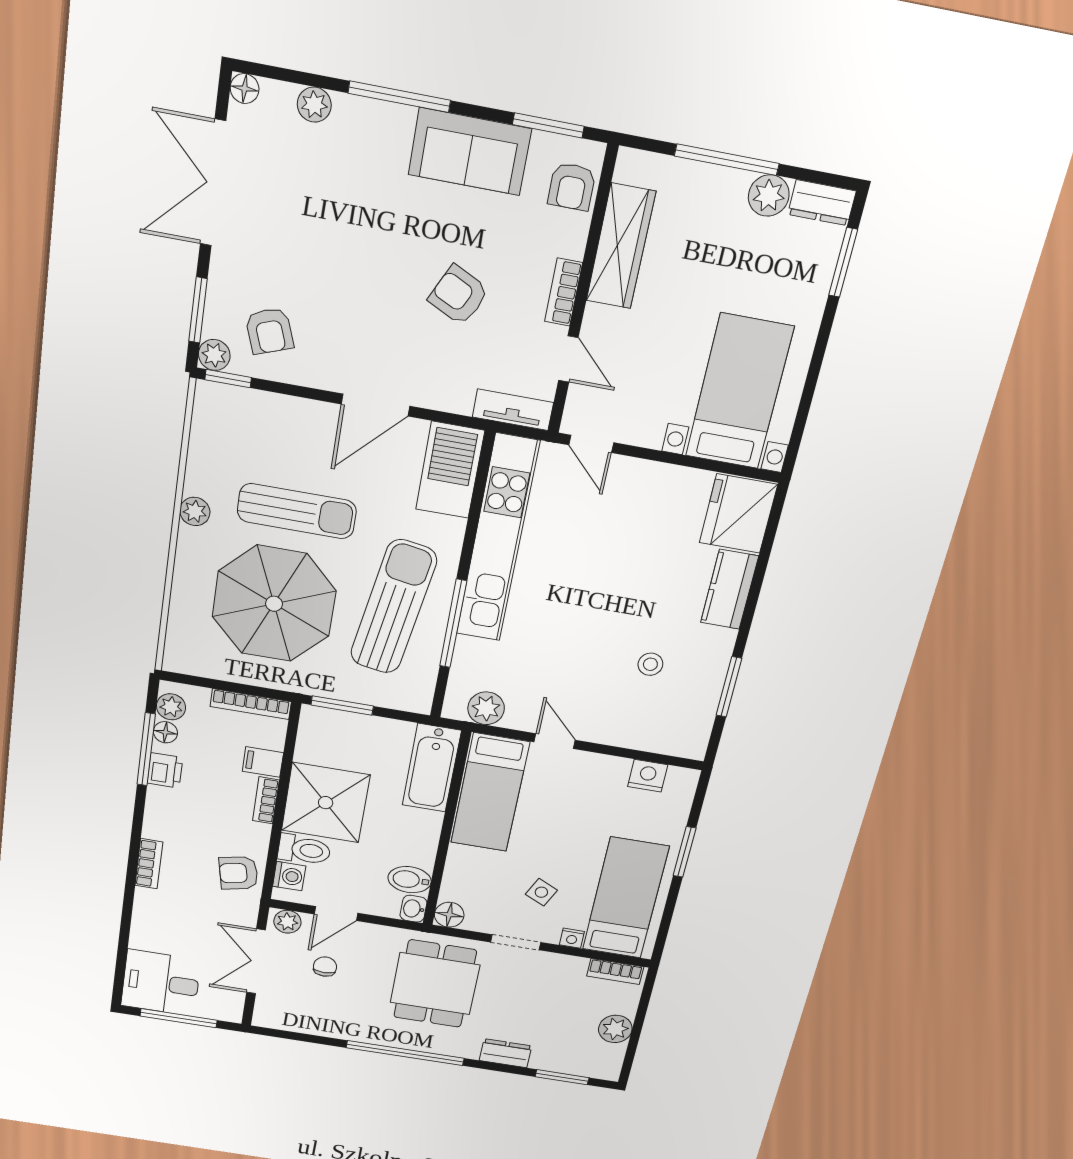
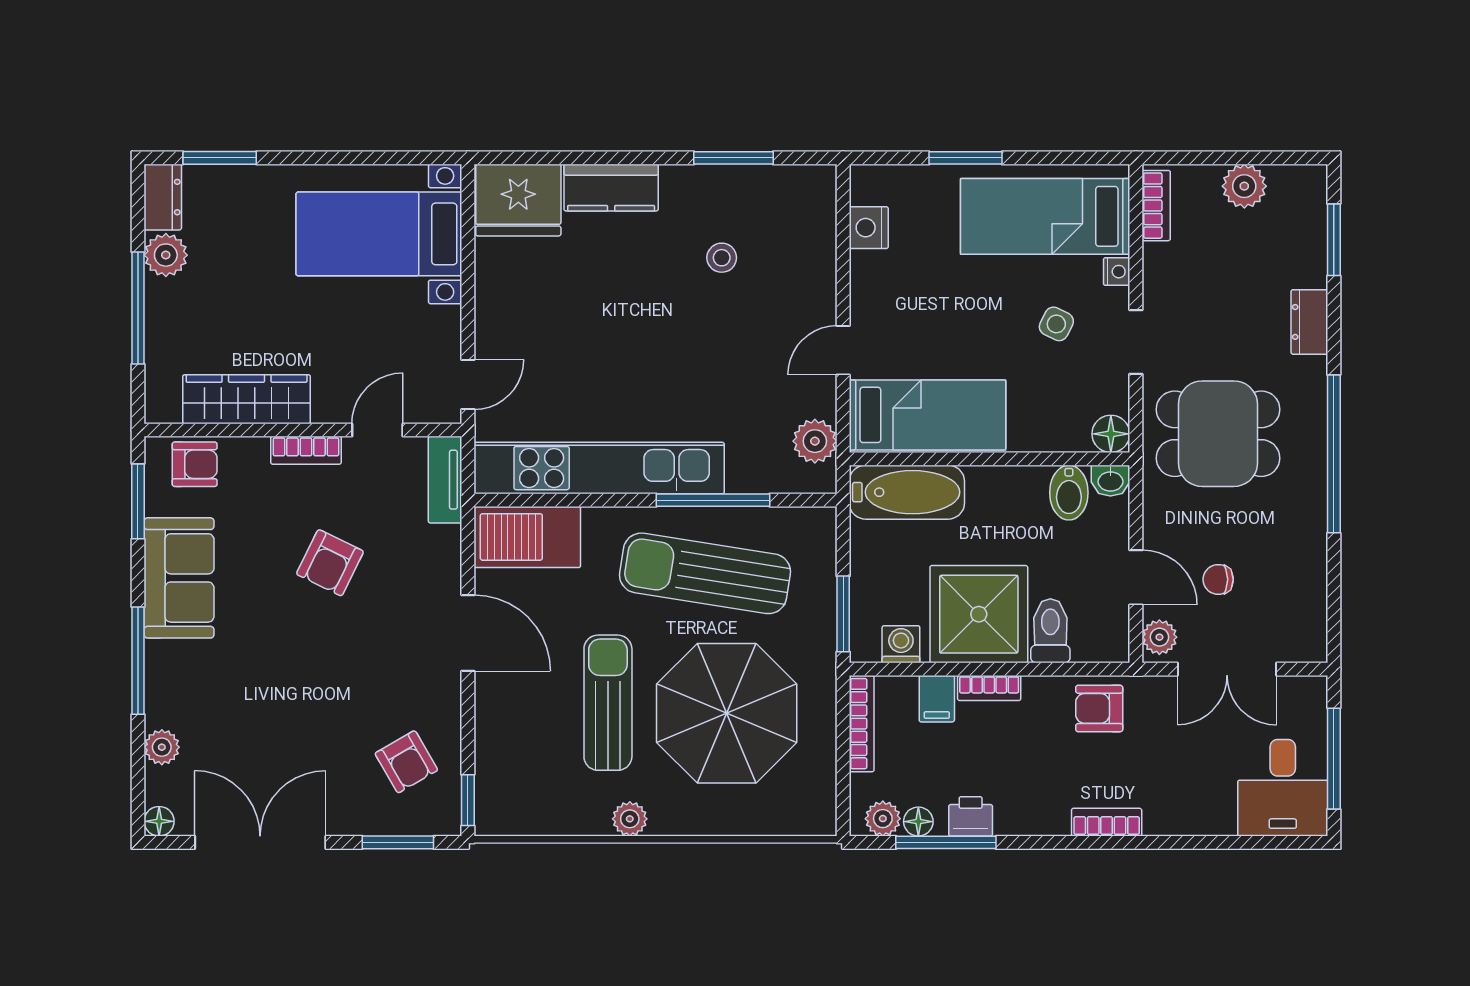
double door: (213, 183) -> (260, 842), swing flipped
armchair: (269, 331) -> (406, 762), turned 80
plant: (214, 355) -> (444, 819), removed
armchair: (238, 873) -> (1099, 708), turned 102
washing machine: (289, 876) -> (901, 644), moved

